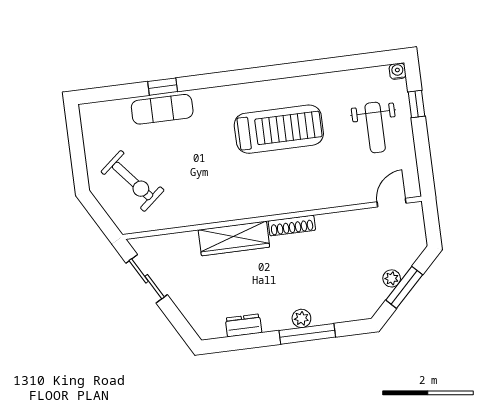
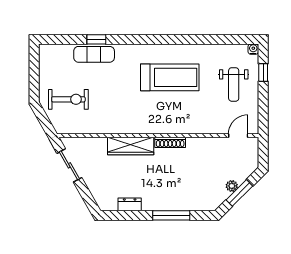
exercise bike: (133, 181) -> (68, 99), turned -50
plant: (301, 318) -> (169, 205), removed

